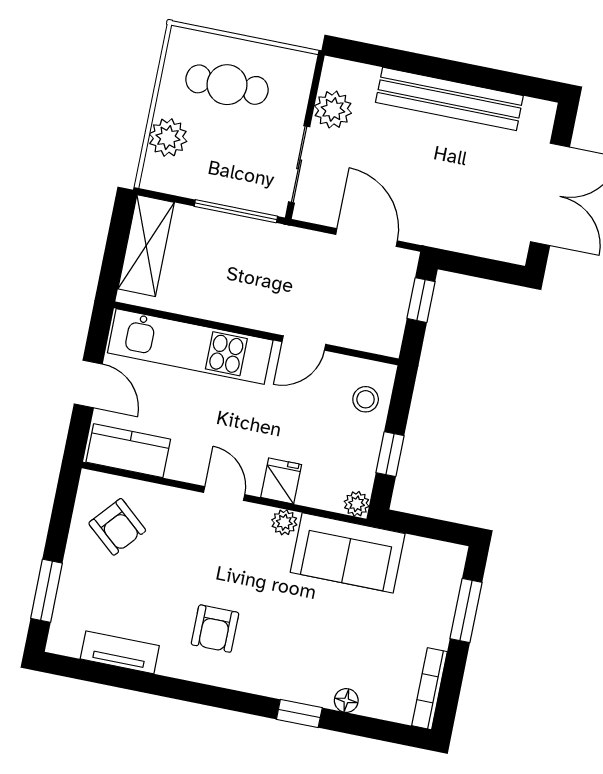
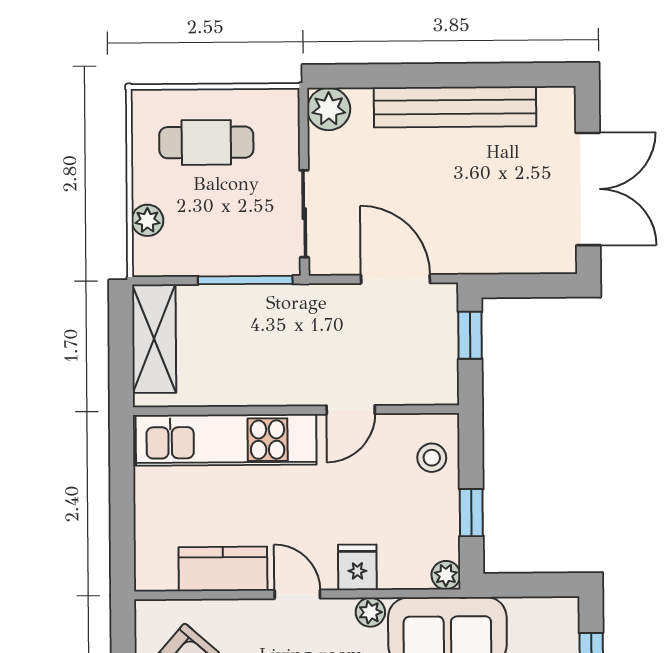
plant: (333, 109) -> (329, 109), moved
plant: (168, 138) -> (147, 220), width x0.73, depth x0.73
door: (88, 384) -> (122, 505), removed
kitchen counter: (128, 451) -> (223, 569), moved

